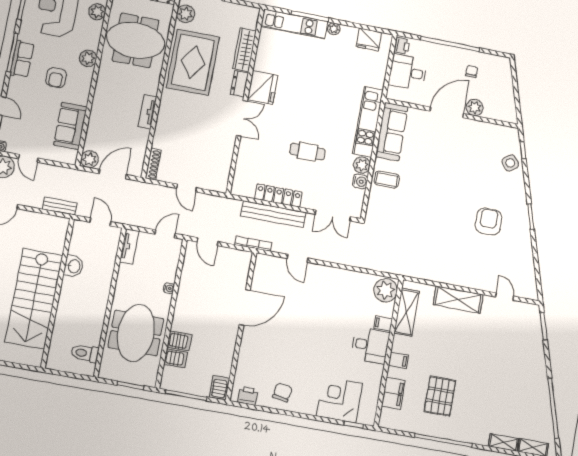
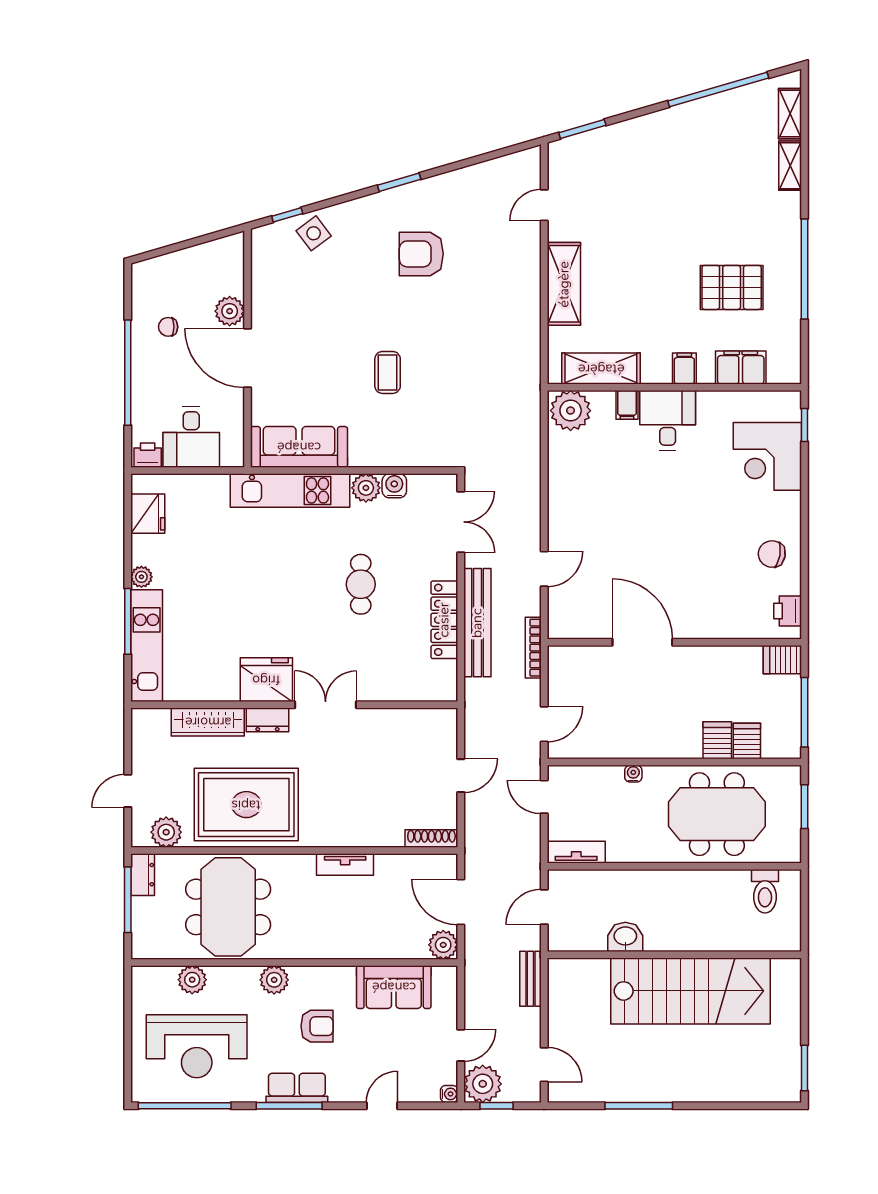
coffee table: (387, 180) -> (388, 372), moved

